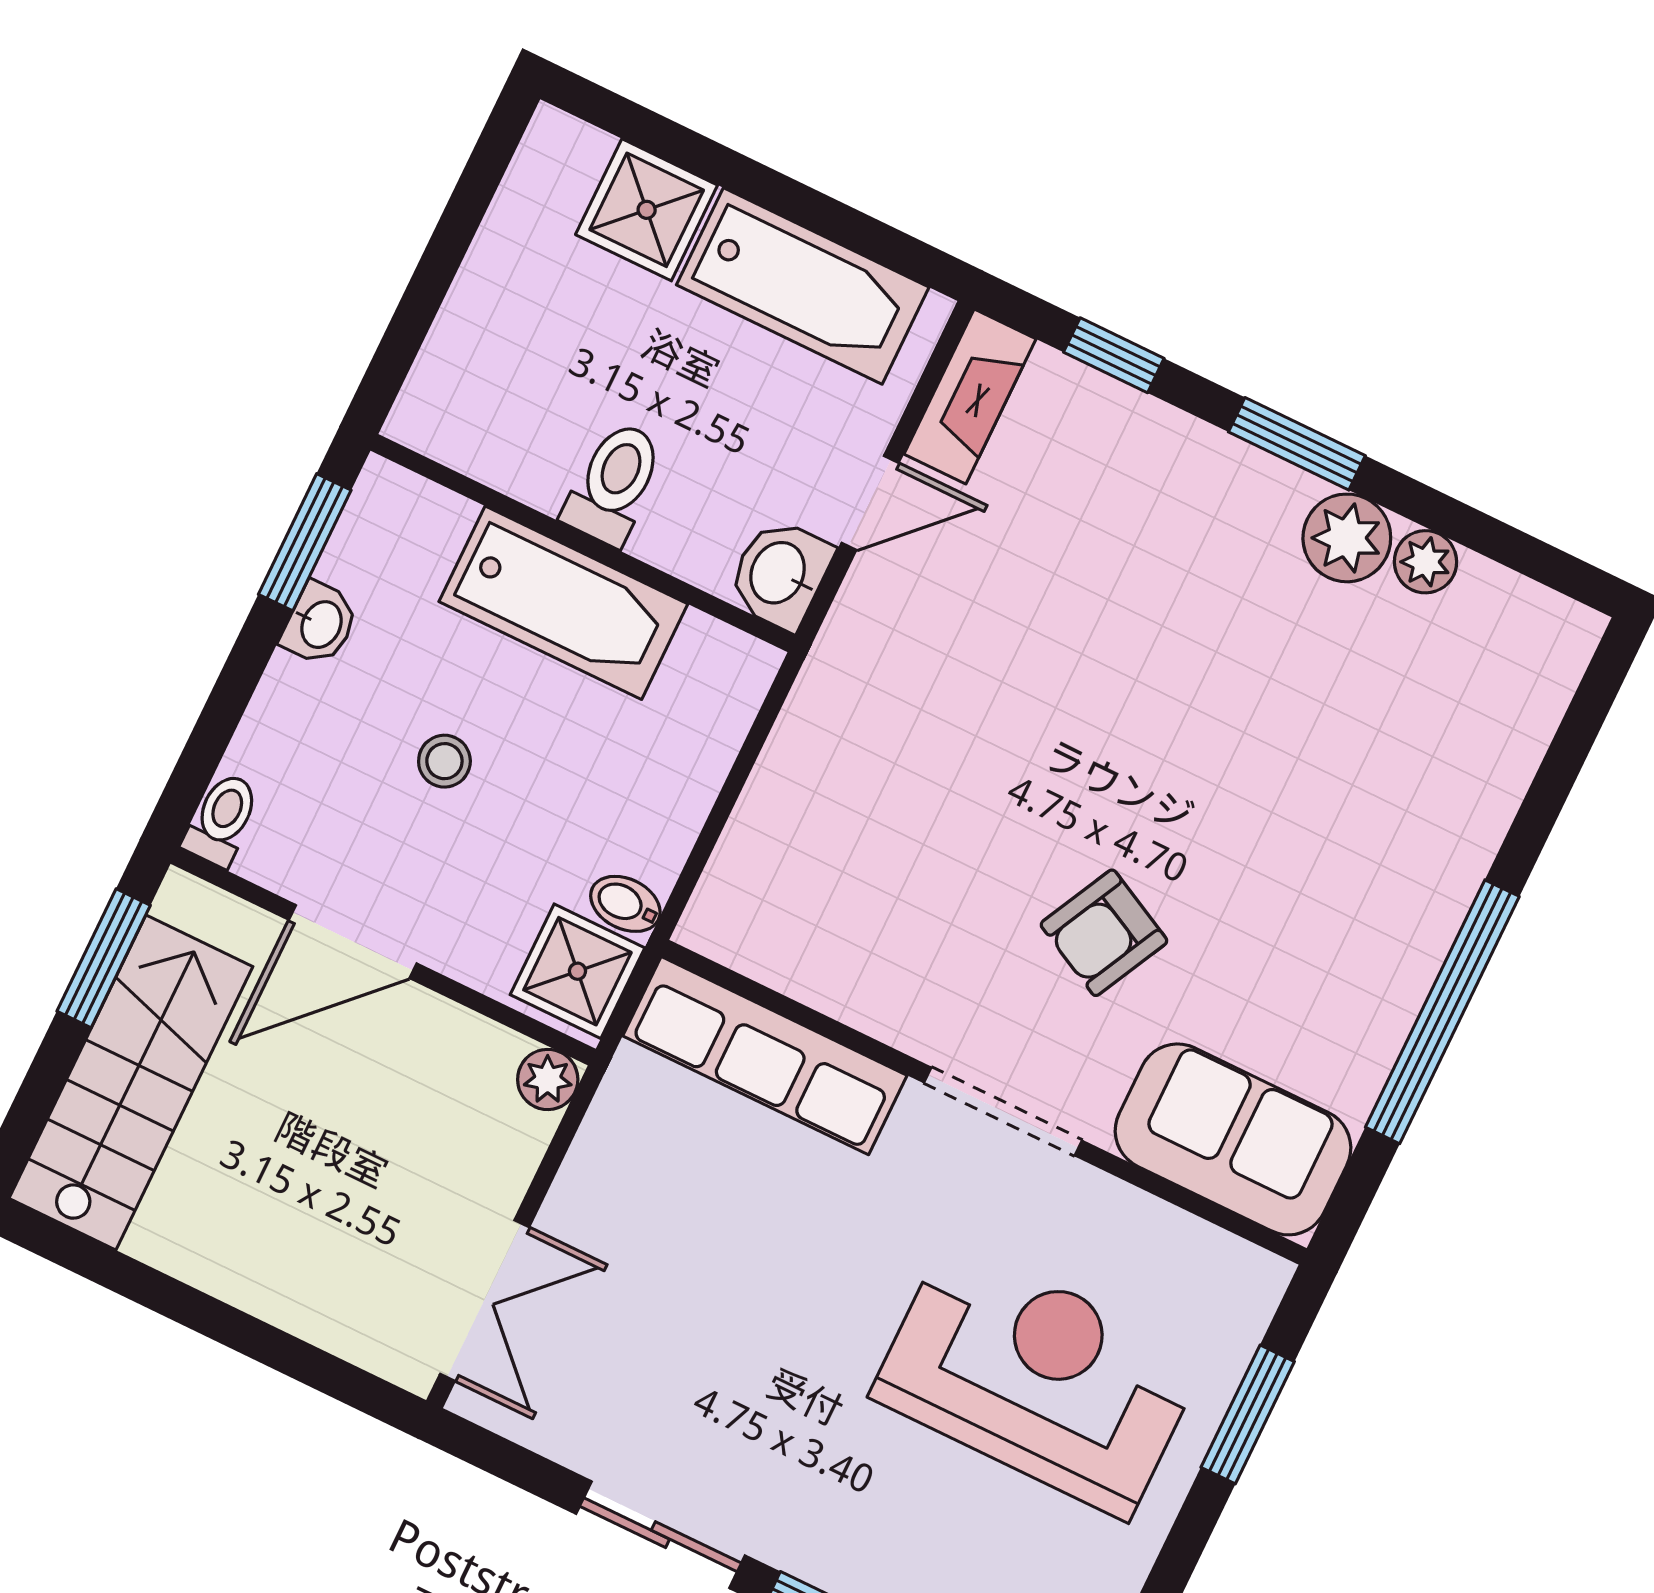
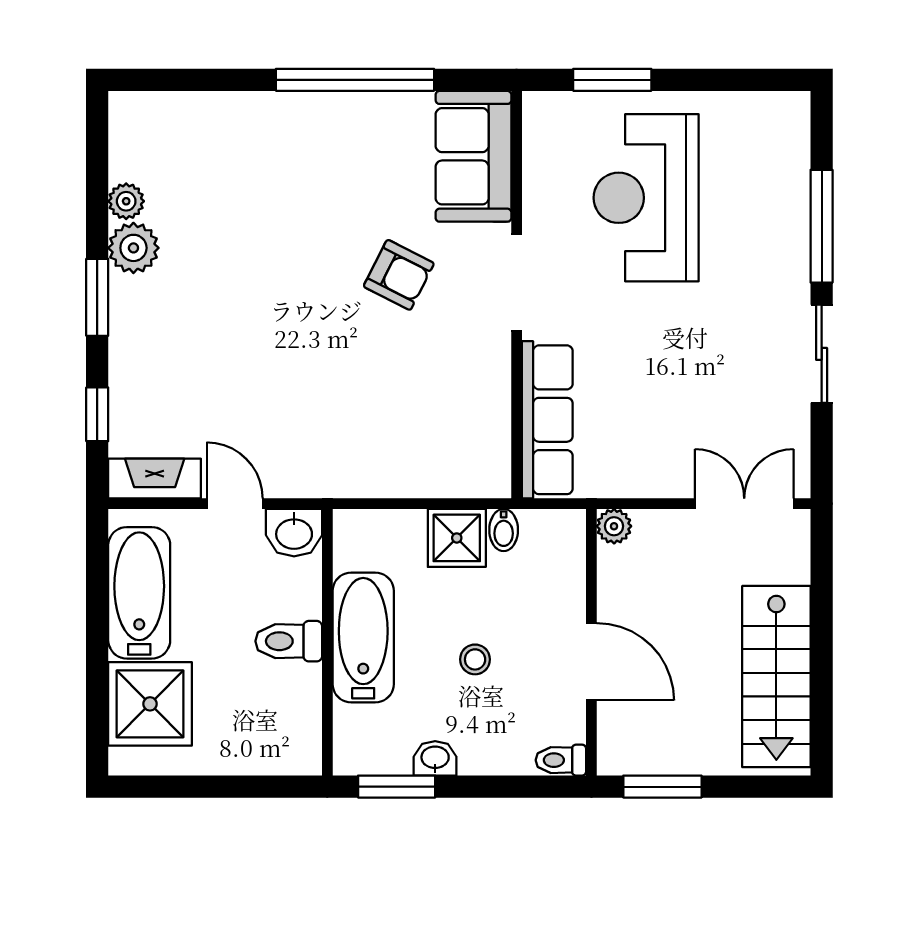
shower: (647, 210) -> (150, 704), width x1.36, depth x1.36
shower: (577, 971) -> (457, 538), moved
stairs: (131, 1082) -> (776, 677), moved, turned -90

